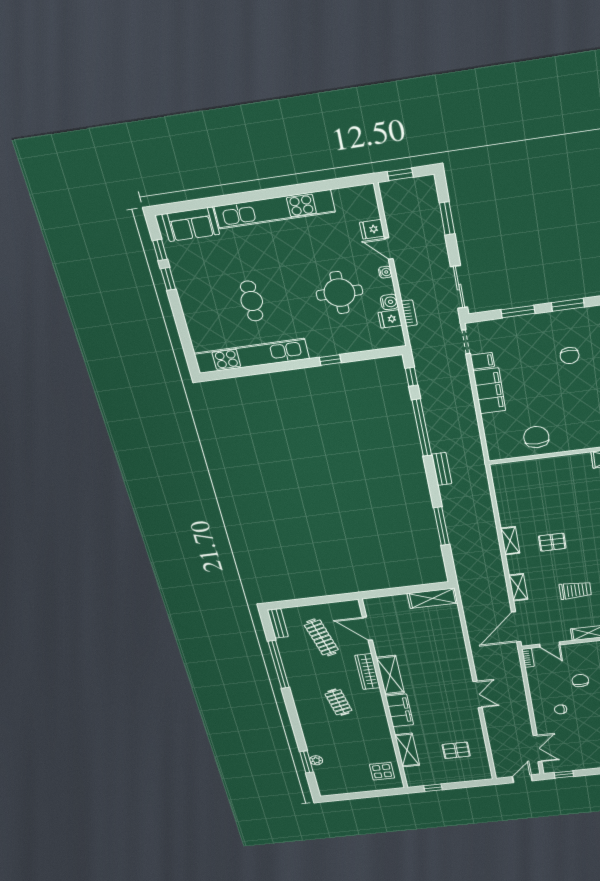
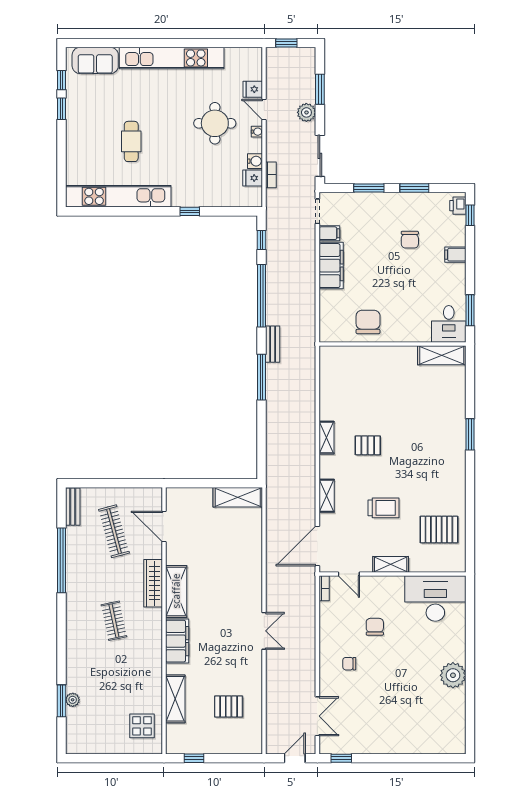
plant: (436, 245) -> (306, 112), added
round table: (339, 293) -> (215, 123), moved
window: (441, 526) -> (262, 377), moved

